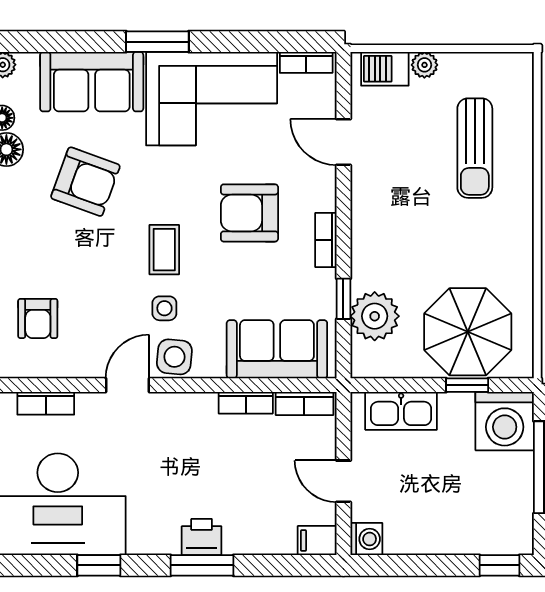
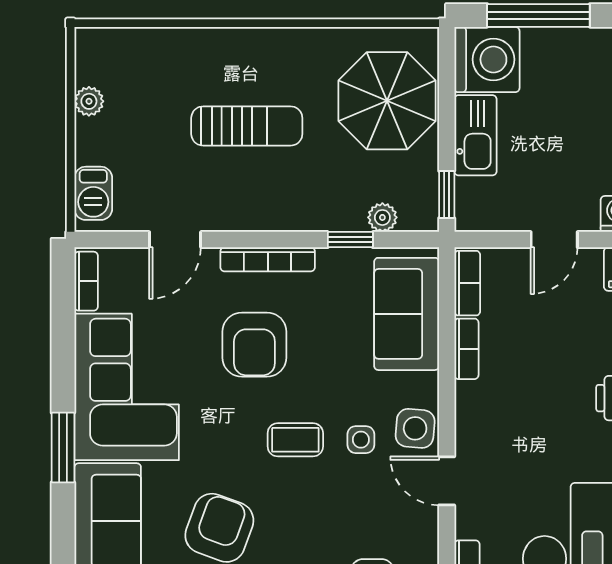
plant: (424, 65) -> (89, 101), moved
sun lounger: (475, 148) -> (247, 126), moved
bookcase: (326, 240) -> (268, 259), width x1.56
plant: (375, 316) -> (382, 217), width x0.53, depth x0.53
window: (467, 385) -> (447, 195), moved
kitchen sink: (401, 411) -> (475, 135), moved

